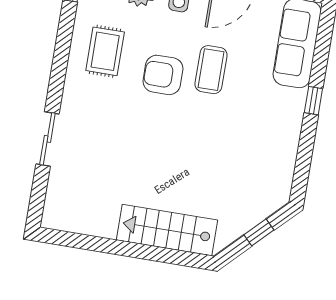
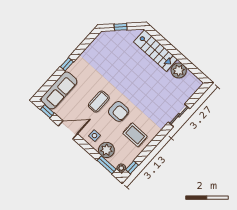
rug: (105, 51) -> (135, 135), turned 90
plant: (101, 221) -> (179, 70), added

